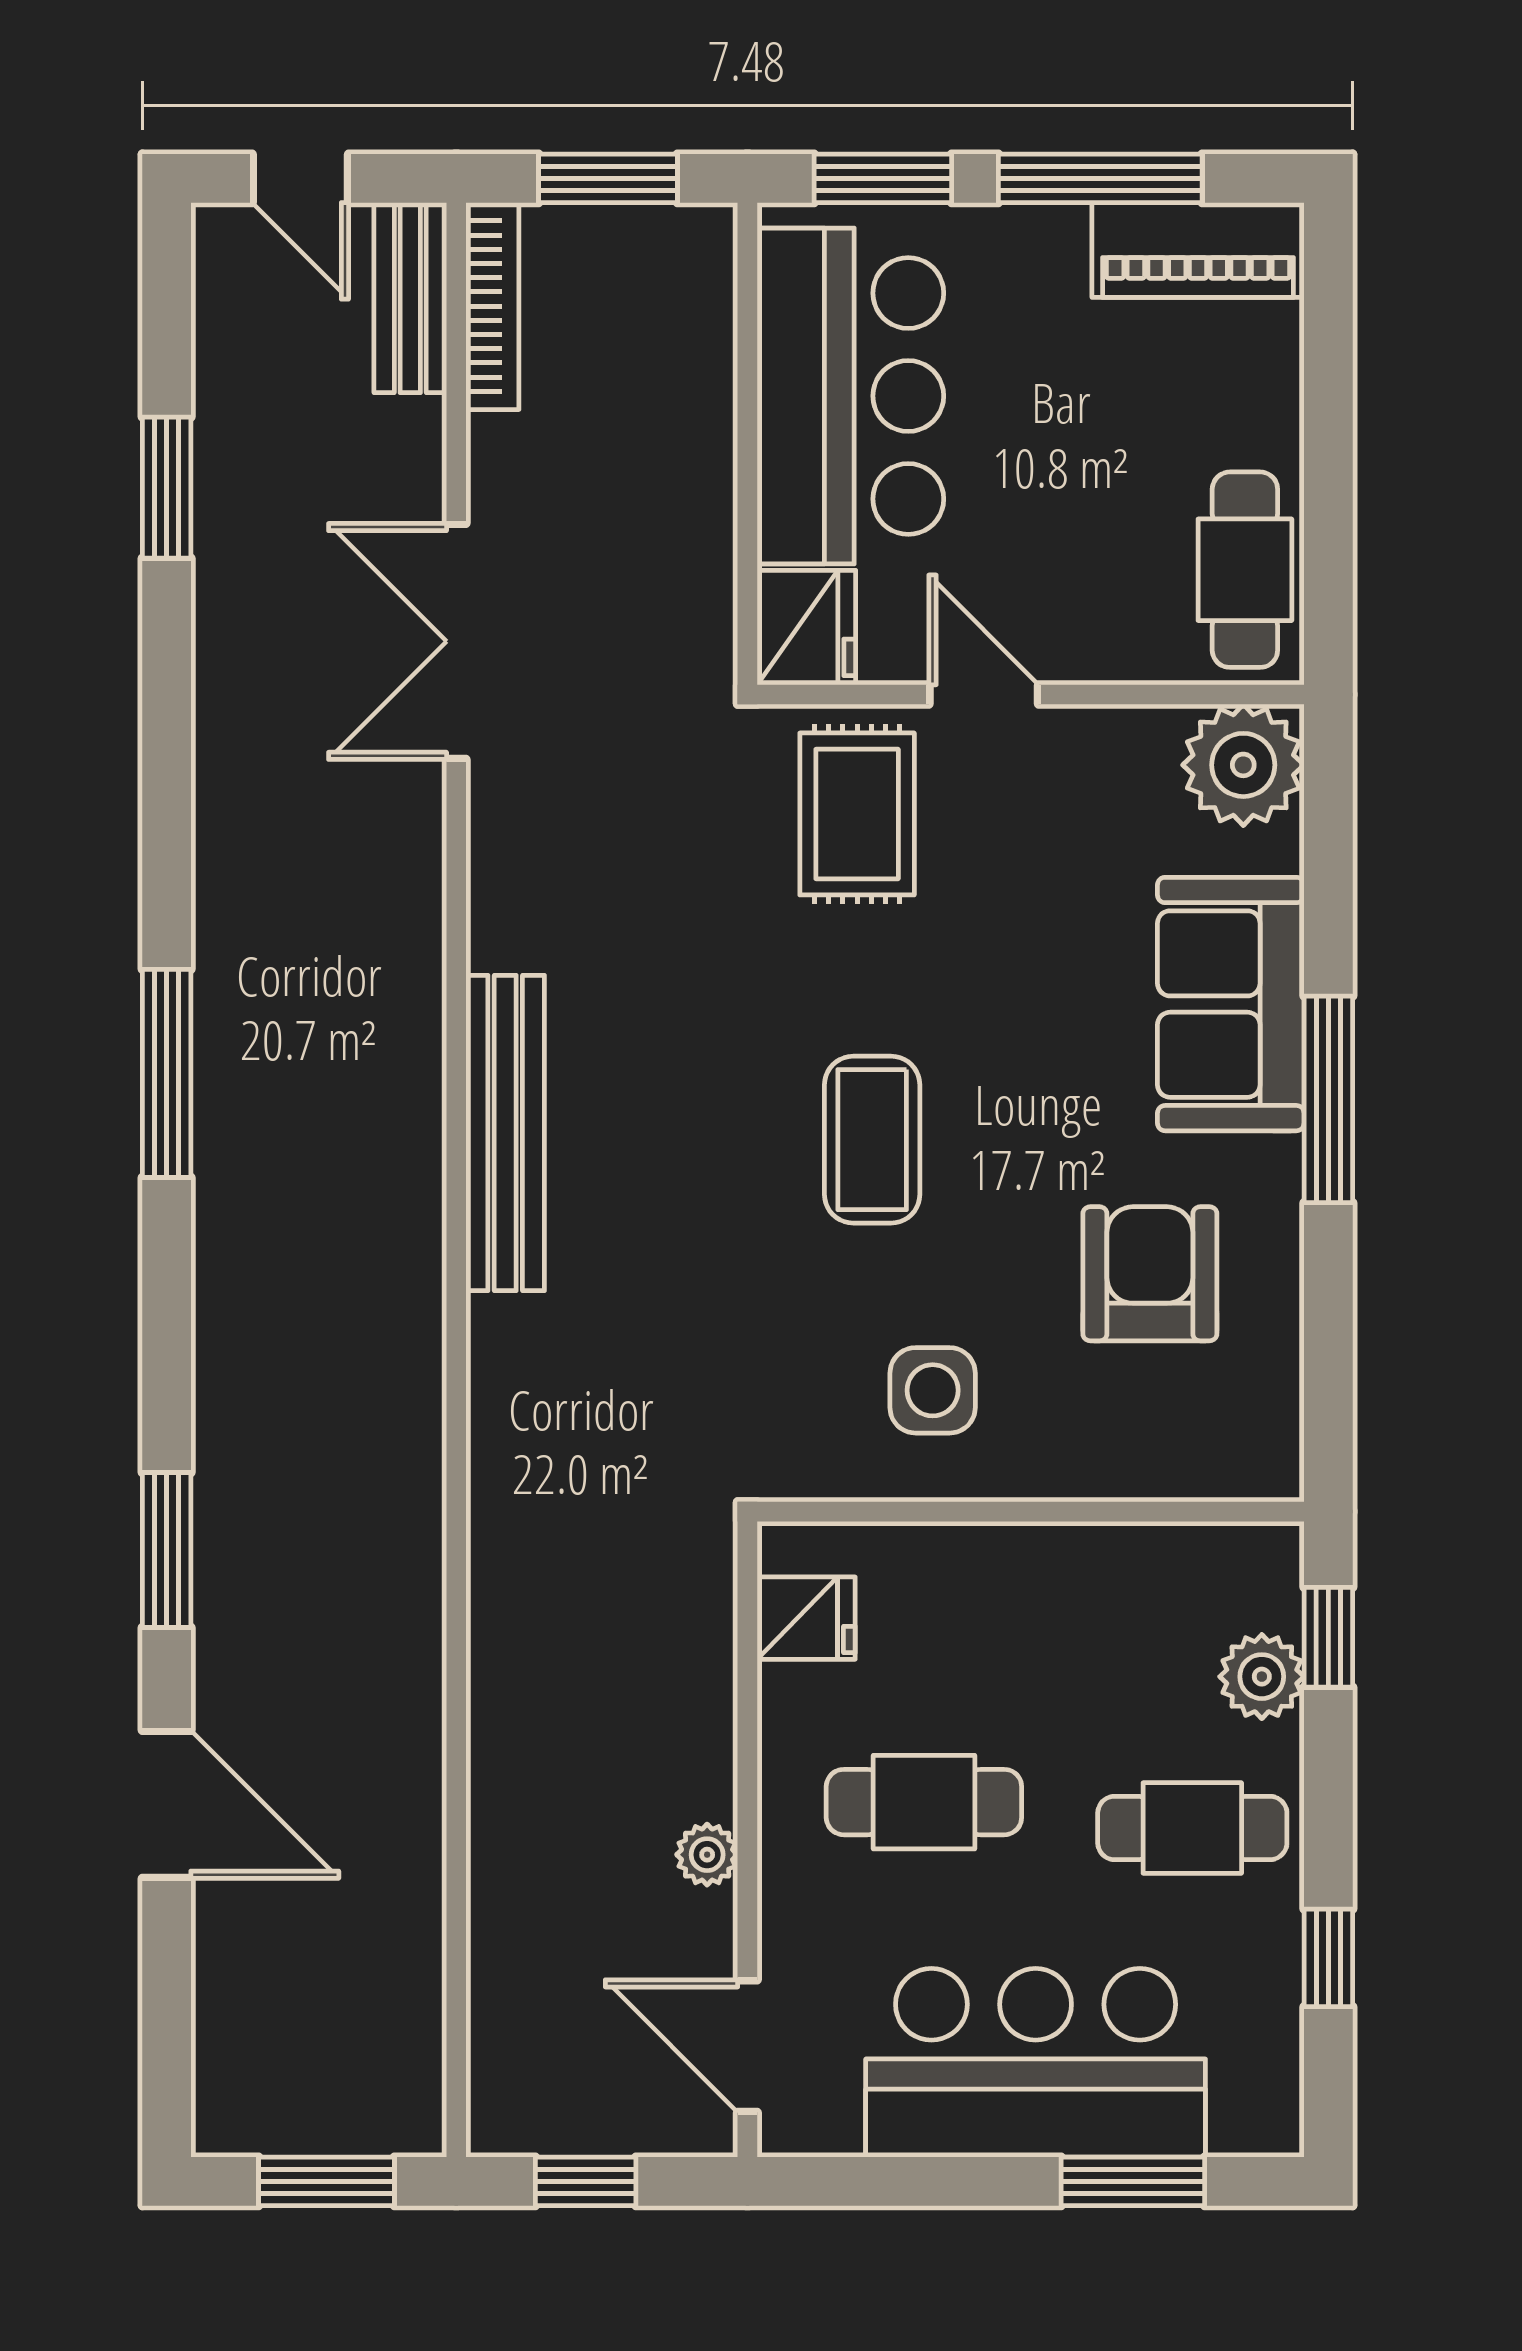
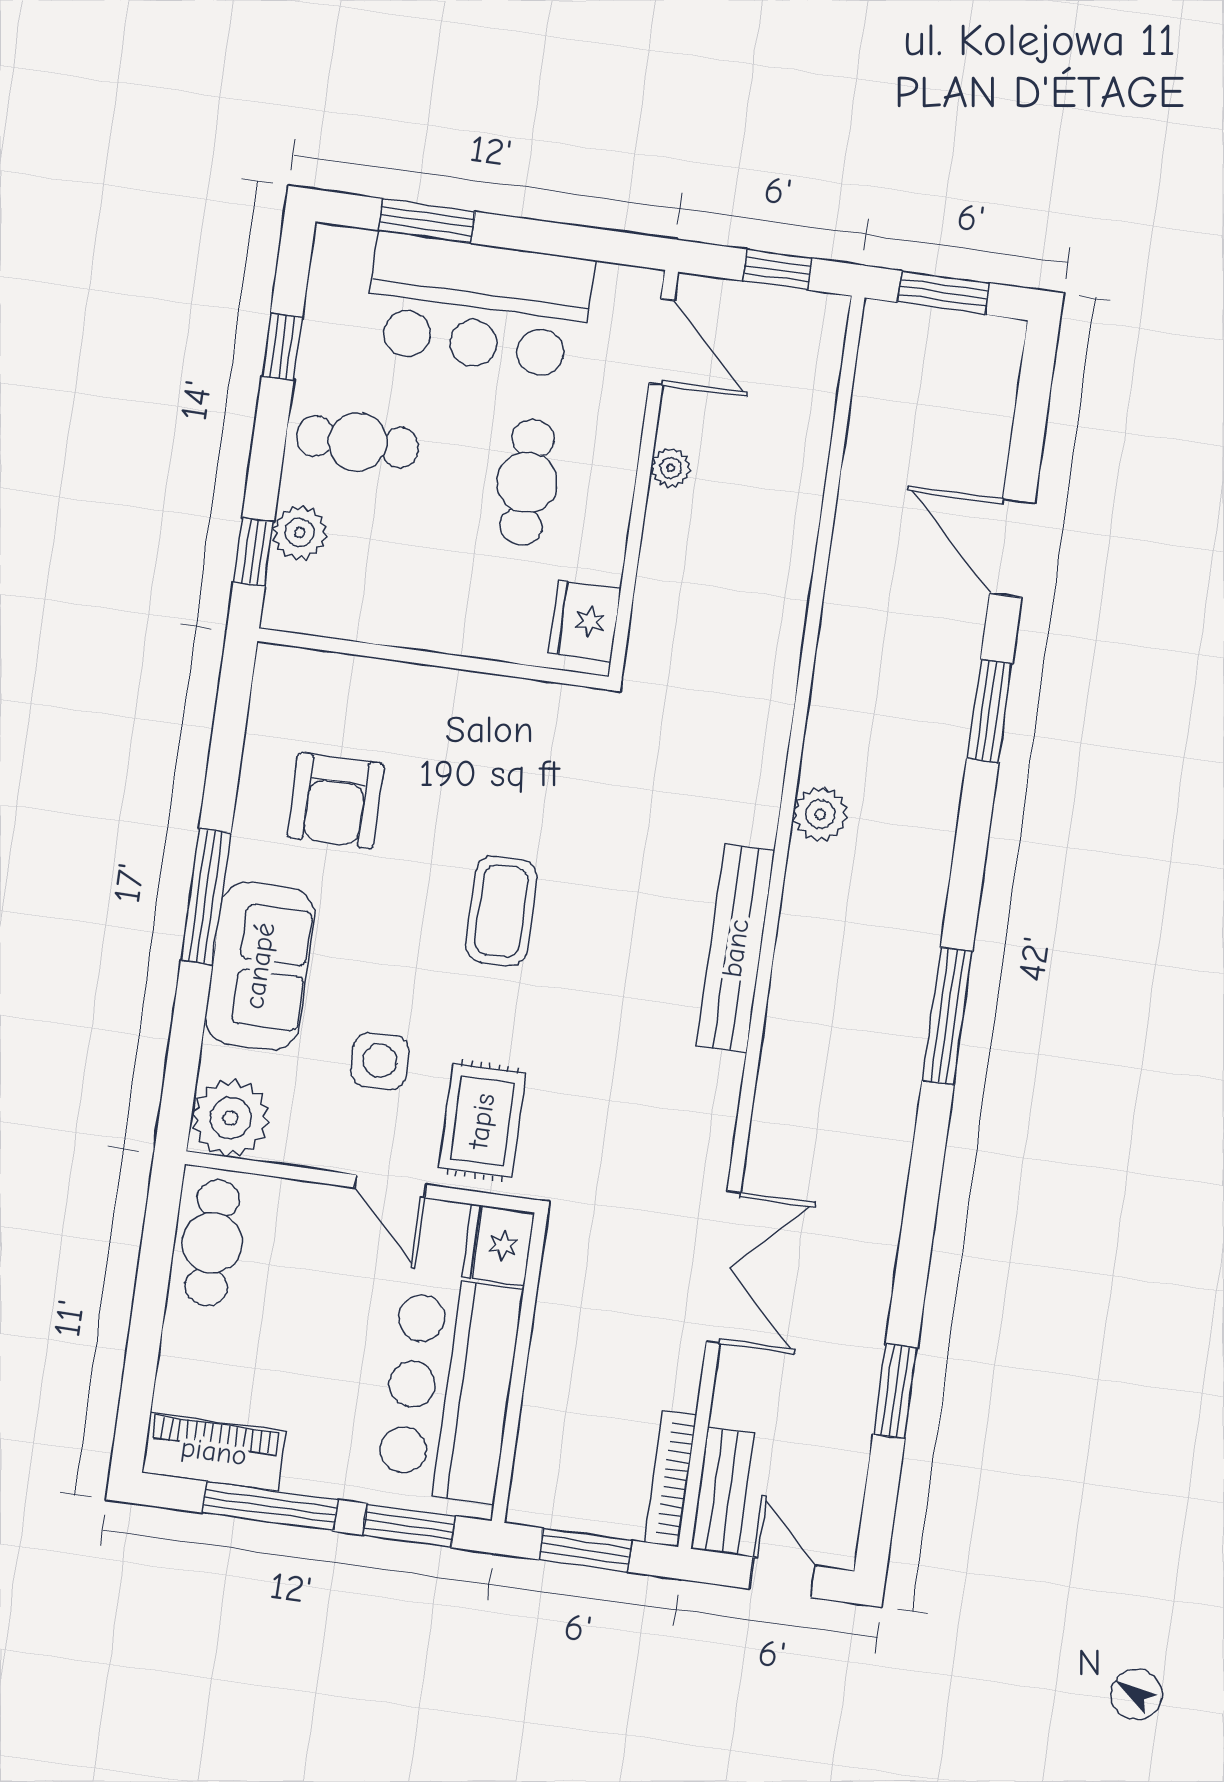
plant: (404, 1356) -> (820, 814), added
side table: (933, 1390) -> (380, 1061), moved
fridge: (806, 1618) -> (585, 621), width x1.38
cafe table: (924, 1802) -> (527, 482), turned 90

